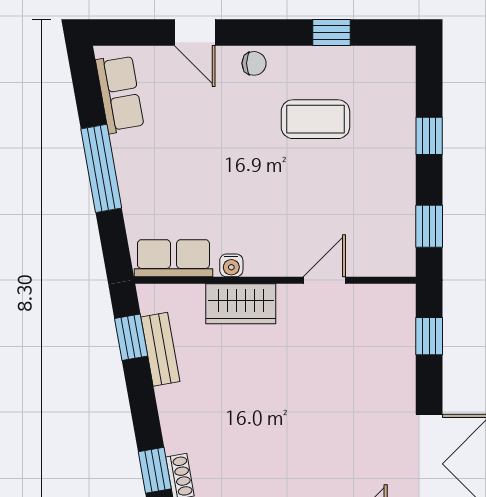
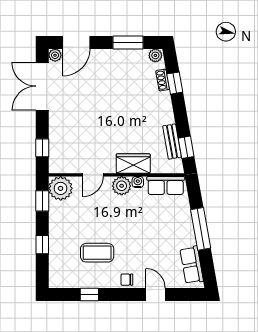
plant: (391, 252) -> (61, 188), added
plant: (265, 258) -> (122, 186), added

